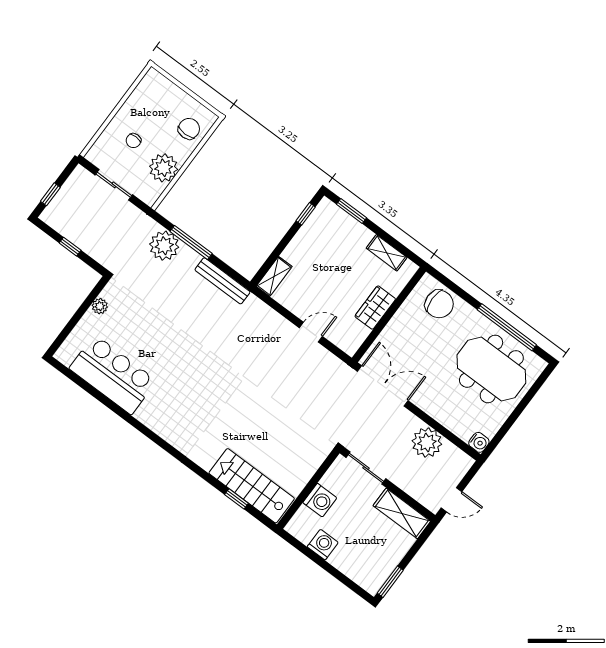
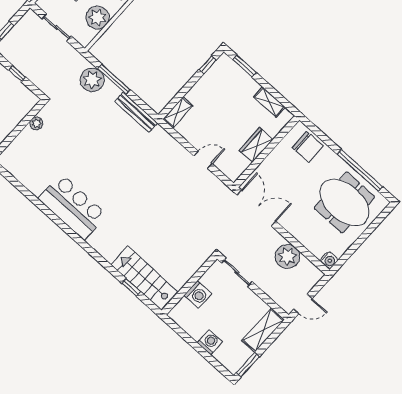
bar counter: (113, 375) -> (73, 207), moved
shelving: (402, 513) -> (263, 330), moved, turned 90
washing machine: (323, 545) -> (210, 342), moved

